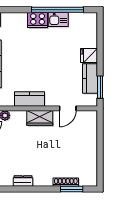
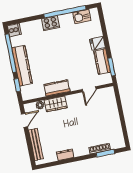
kitchen sink: (58, 20) -> (82, 16), moved
wardrobe: (40, 118) -> (56, 104), moved

